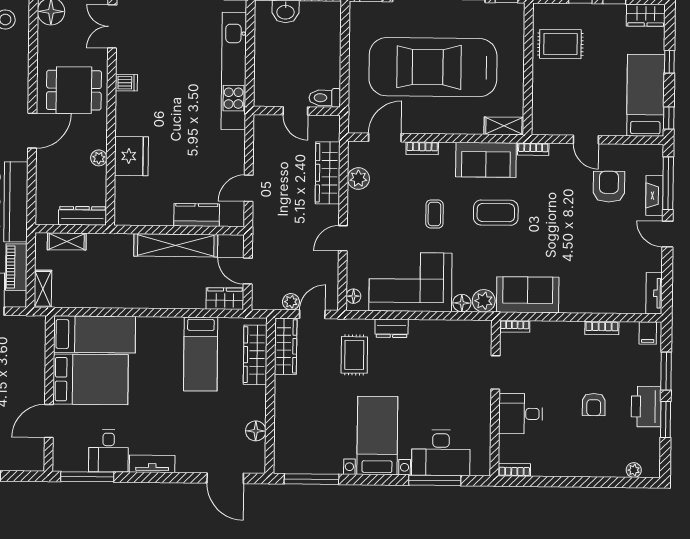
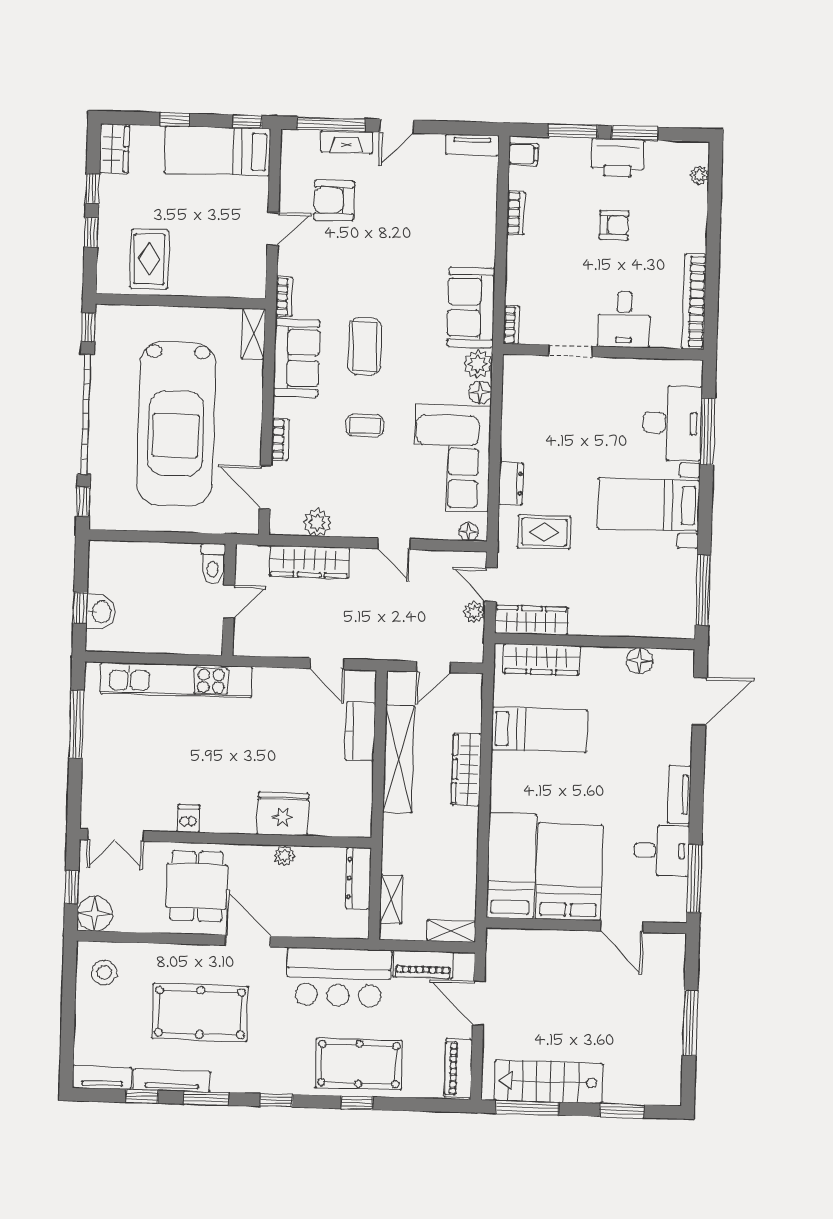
wardrobe: (225, 299) -> (466, 769), moved, width x1.50
bookcase: (514, 470) -> (694, 302), width x2.31, depth x1.31

